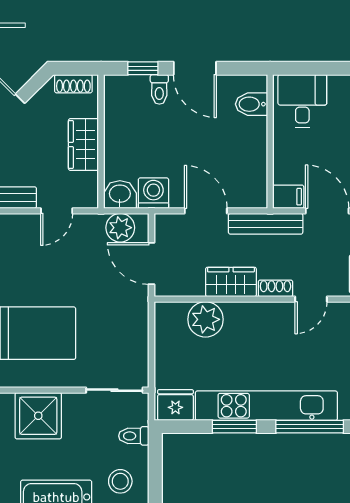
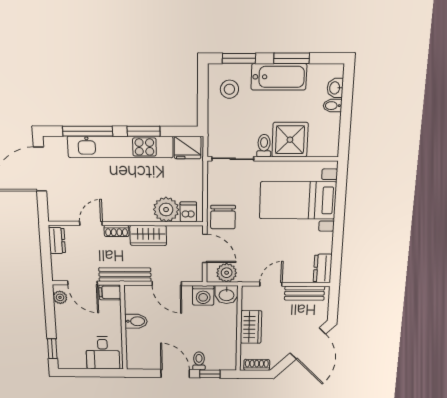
bidet: (251, 104) -> (136, 321), moved
chair: (127, 309) -> (223, 217), added
dishwasher: (175, 316) -> (188, 212), added
toilet: (134, 436) -> (264, 146), moved, turned -90

